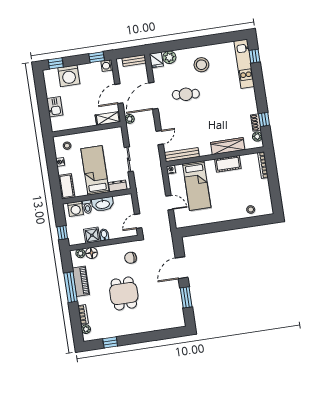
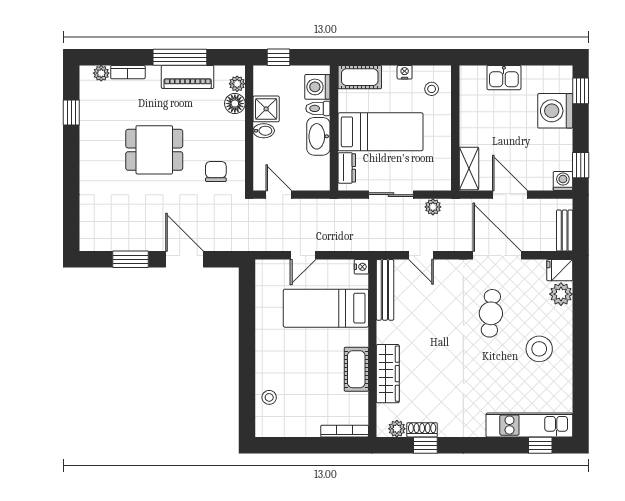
plant: (130, 119) -> (433, 207), moved

